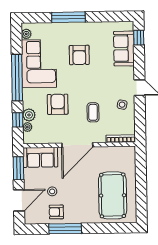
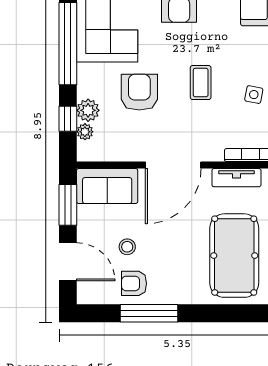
coffee table: (93, 112) -> (201, 83), moved
tv unit: (113, 152) -> (236, 178), added
door: (19, 200) -> (68, 262), hinge flipped

